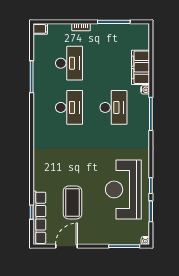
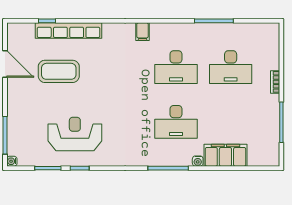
filing cabinet: (40, 29) -> (143, 32), moved
reception desk: (123, 189) -> (75, 134), width x0.74, depth x0.77
row of seats: (39, 218) -> (69, 31), moved

